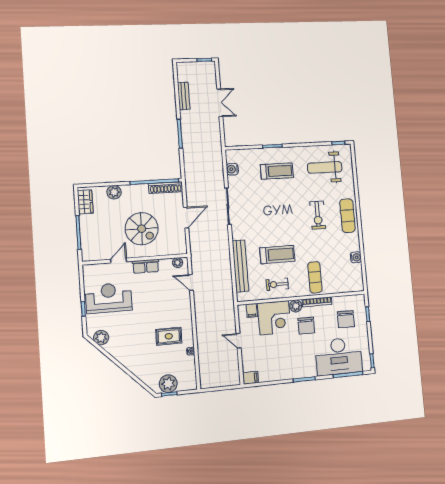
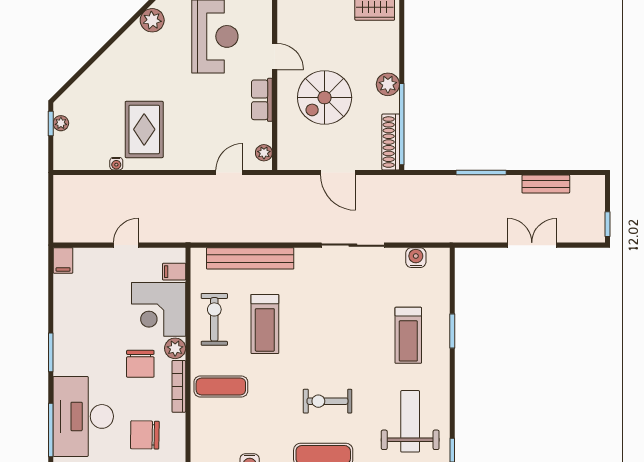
double door: (220, 103) -> (532, 245), swing flipped
plant: (114, 192) -> (388, 84), moved
exercise bike: (277, 284) -> (214, 319), width x1.38, depth x1.39
chair: (306, 326) -> (140, 364), turned -90
rug: (169, 336) -> (144, 129), width x1.36, depth x1.43
plant: (168, 384) -> (61, 123), width x0.53, depth x0.53

